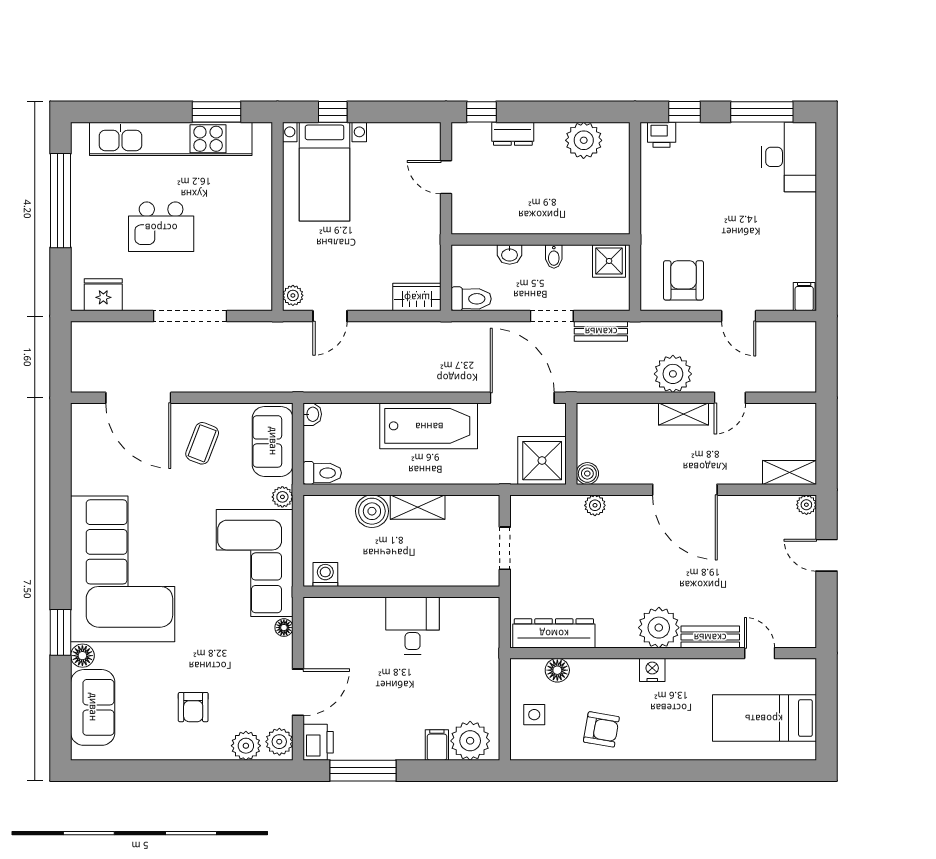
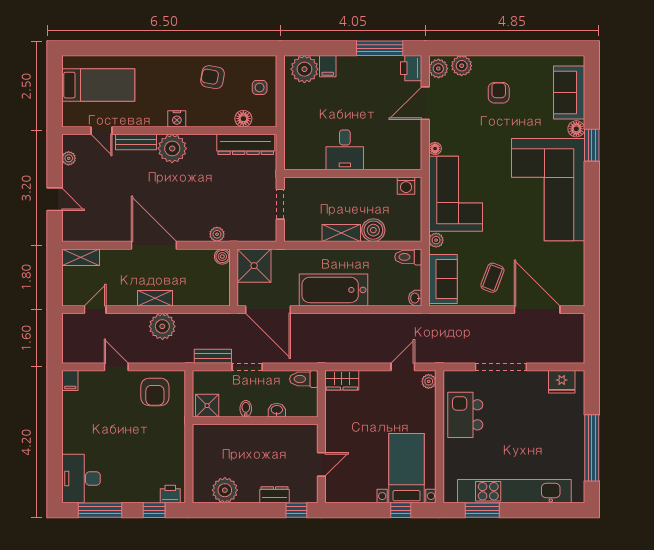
door: (446, 177) -> (321, 464), hinge flipped
kitchen island: (161, 227) -> (465, 415), moved, turned -90
door: (730, 398) -> (95, 310), moved
plant: (806, 505) -> (69, 158), moved

